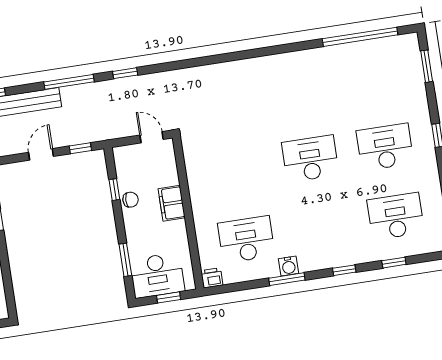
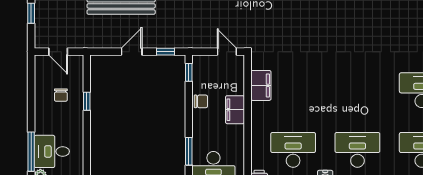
desk: (310, 159) -> (357, 150), moved
filing cabinet: (197, 170) -> (261, 85), added
window: (114, 190) -> (189, 72), moved

